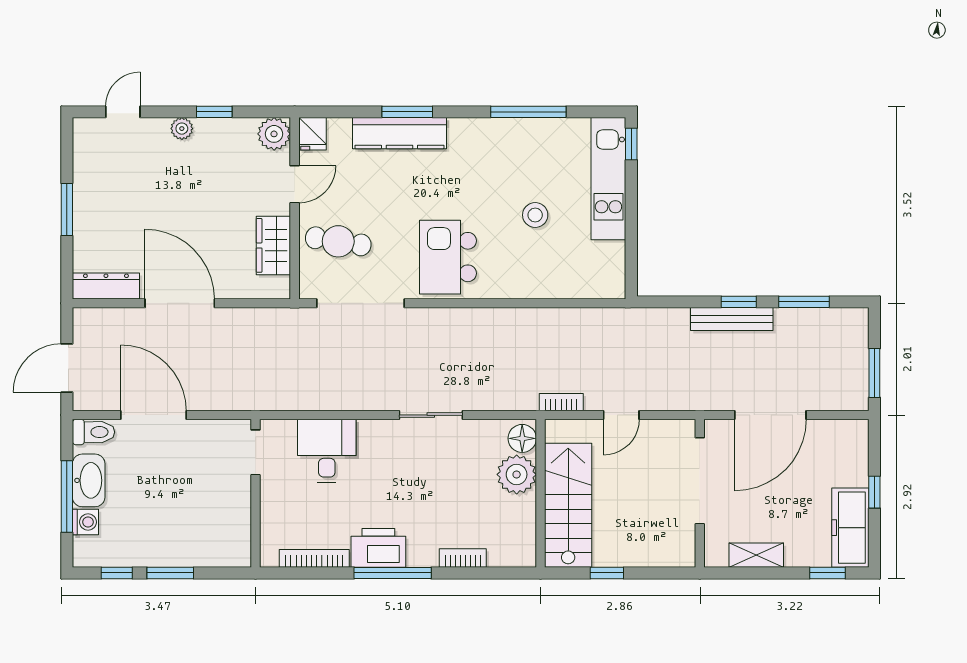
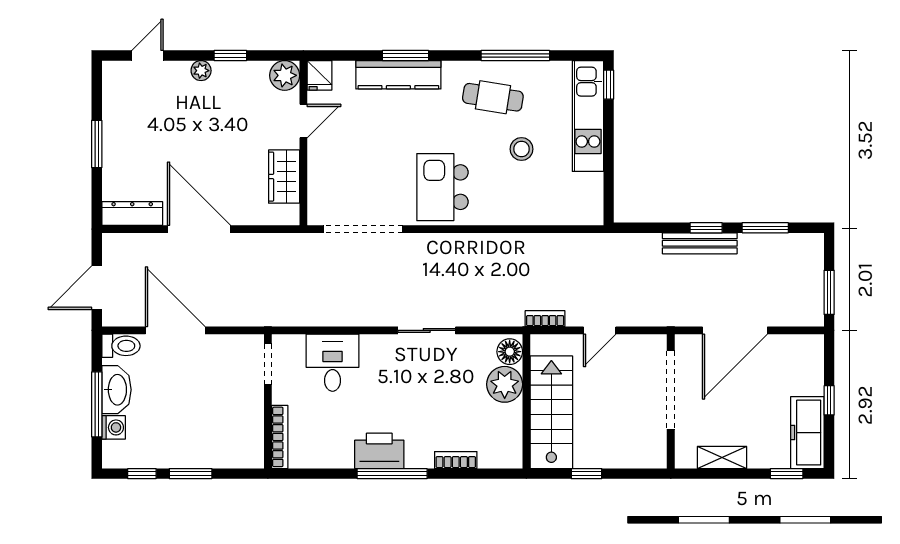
cafe table: (338, 241) -> (493, 97), moved
bookcase: (314, 558) -> (280, 437), moved, turned 90

